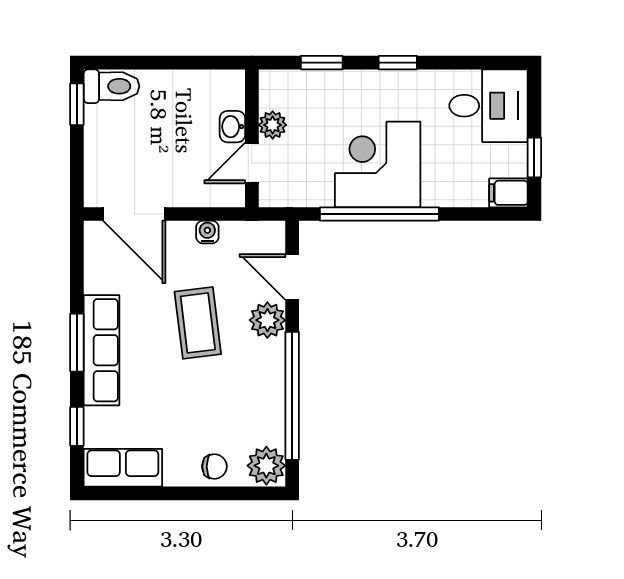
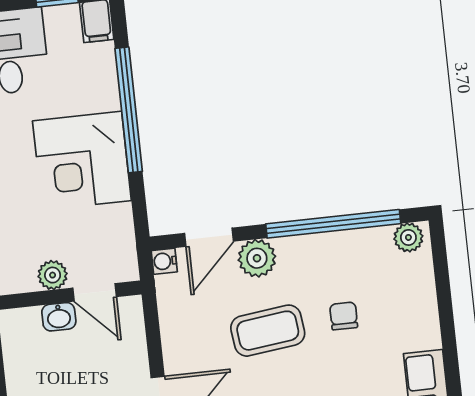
window: (379, 214) -> (129, 110), moved
water cooler: (207, 232) -> (164, 261), moved
plant: (266, 466) -> (408, 237), width x0.73, depth x0.73
chair: (214, 467) -> (344, 316), moved

